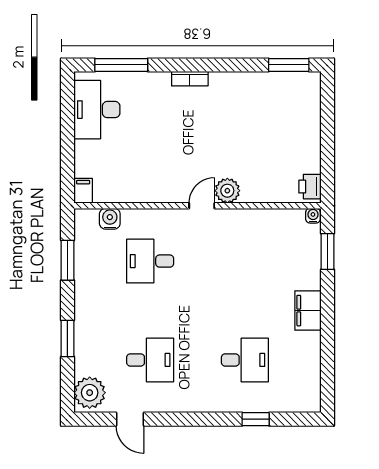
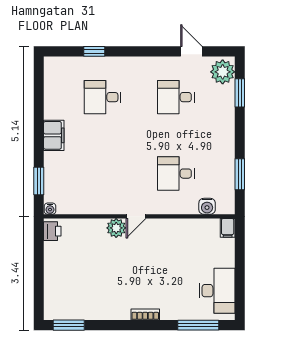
desk: (150, 261) -> (176, 174), turned 180
window: (67, 339) -> (240, 93), moved

